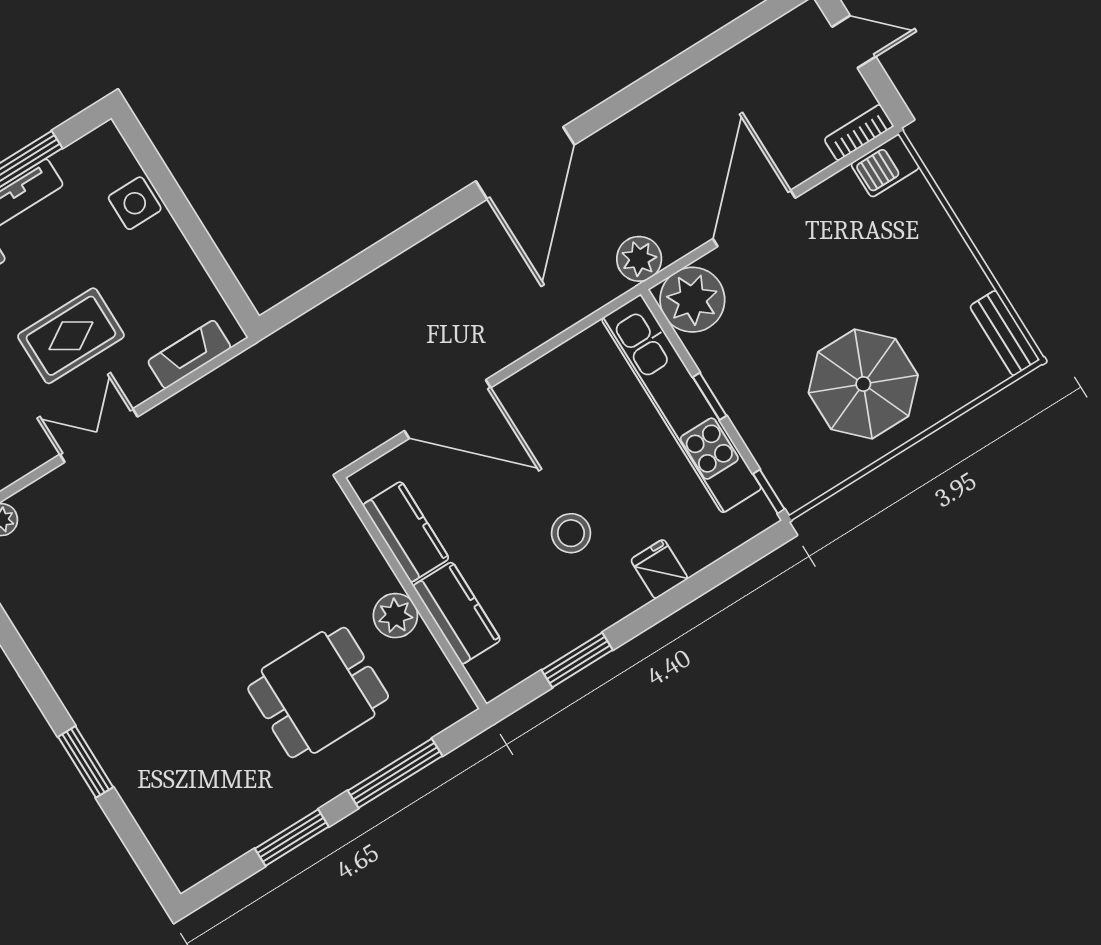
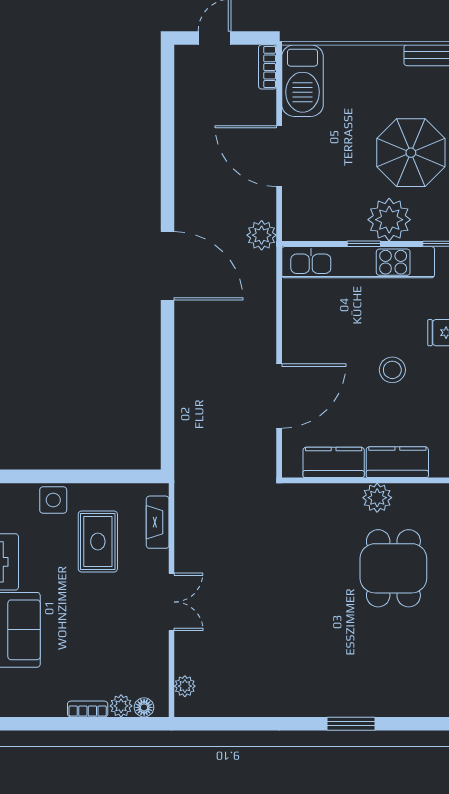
barbecue: (885, 166) -> (303, 81), width x1.88, depth x1.53
plant: (692, 300) -> (389, 220), moved
rug: (71, 336) -> (98, 541), moved
double door: (99, 435) -> (172, 602), swing flipped

